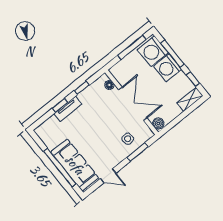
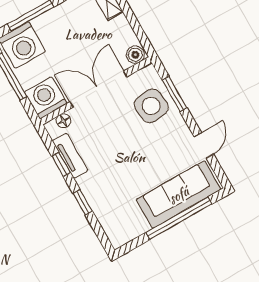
washing machine: (168, 68) -> (46, 98), moved, turned 180
tv unit: (68, 109) -> (70, 156), moved
side table: (128, 139) -> (151, 106), width x1.87, depth x1.87

